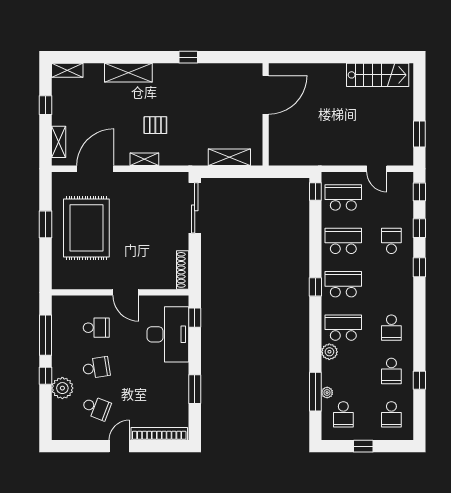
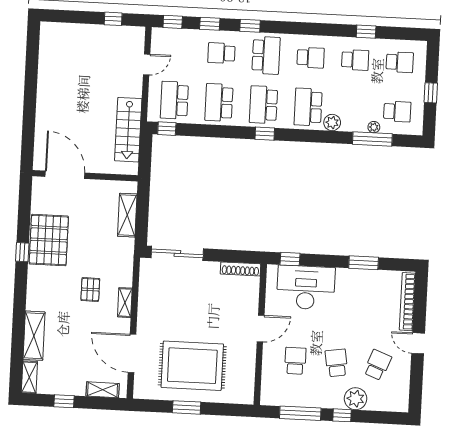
shelving: (128, 73) -> (34, 336), moved
stairs: (378, 75) -> (128, 130), moved, turned 180
pallet: (201, 82) -> (49, 240), added
window: (419, 134) -> (113, 19), width x0.67
school desk: (391, 284) -> (266, 55), added

